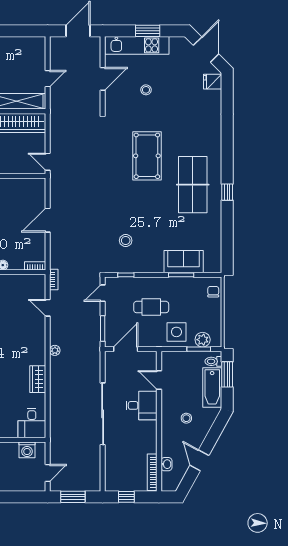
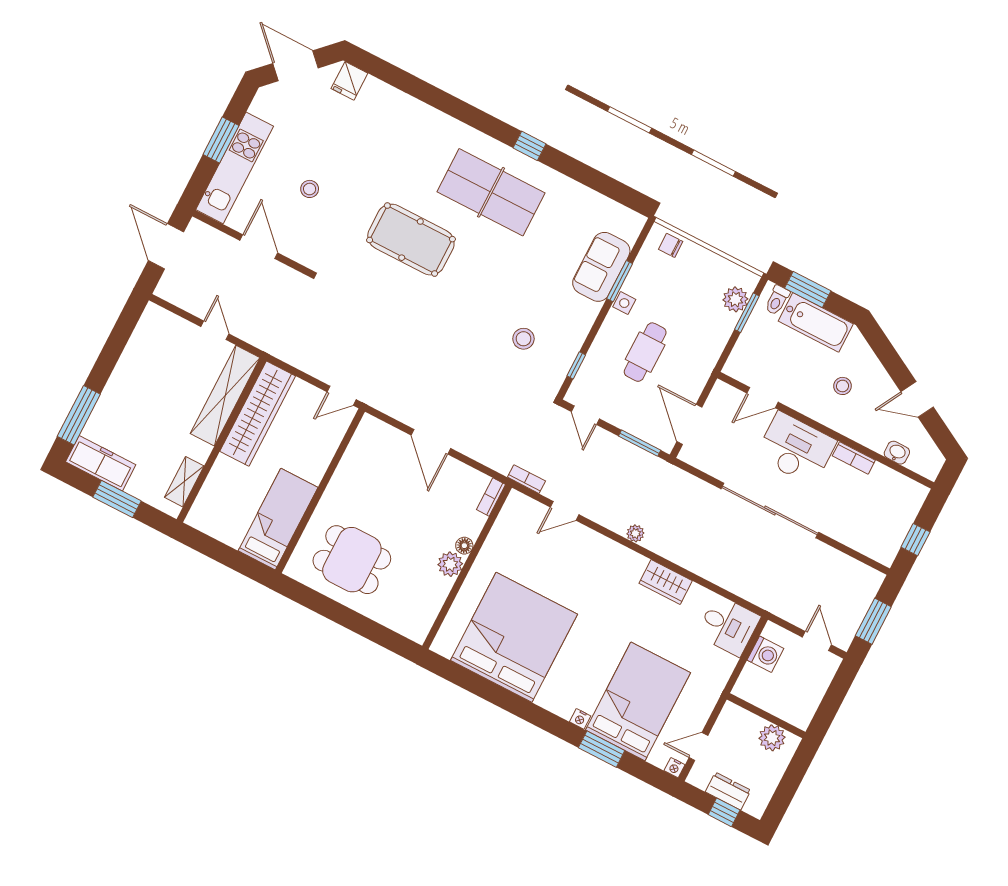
side table: (176, 332) -> (624, 303), moved, width x0.54, depth x0.54
desk: (141, 405) -> (796, 449), width x1.37
bookcase: (152, 472) -> (854, 458), moved, width x0.64

